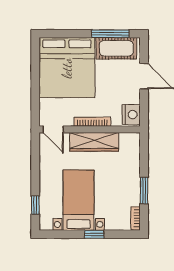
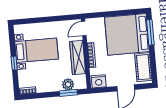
window: (110, 34) -> (150, 32), moved
plant: (132, 159) -> (68, 84), added
window: (144, 191) -> (68, 93), moved
window: (35, 205) -> (31, 21), removed

